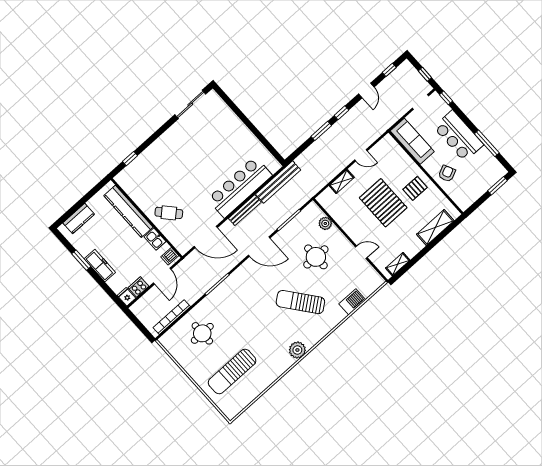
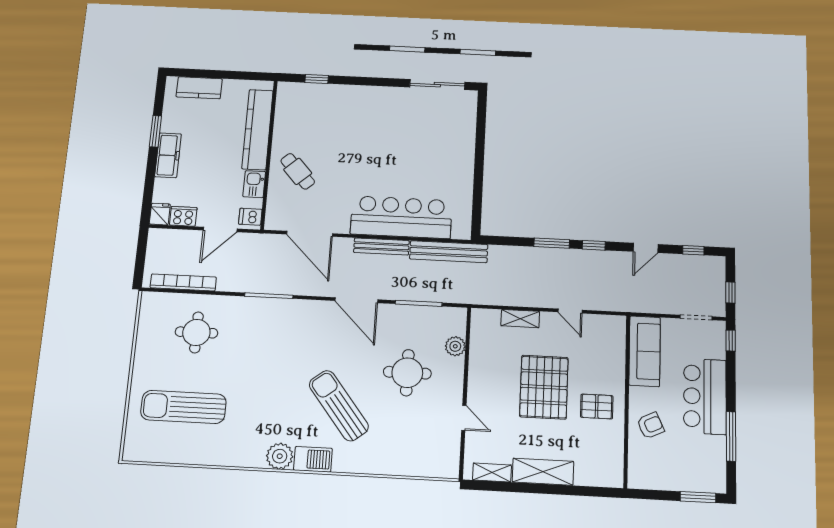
shelving: (435, 227) -> (543, 472), moved
barbecue: (352, 302) -> (313, 459), moved

